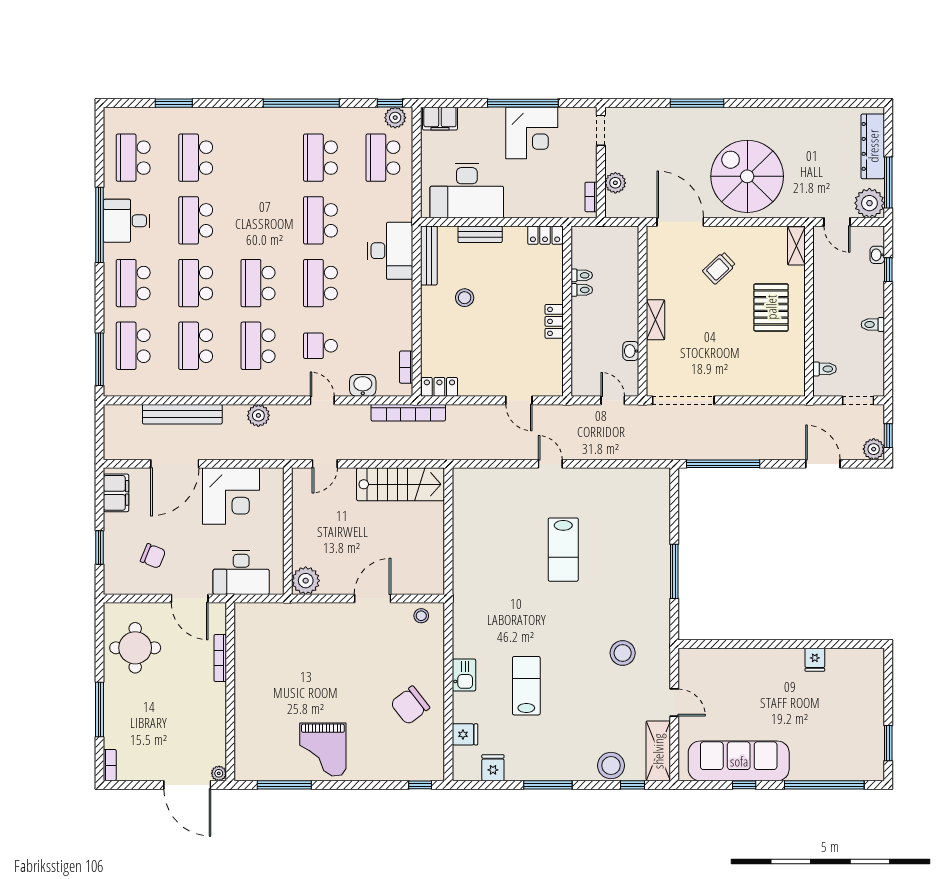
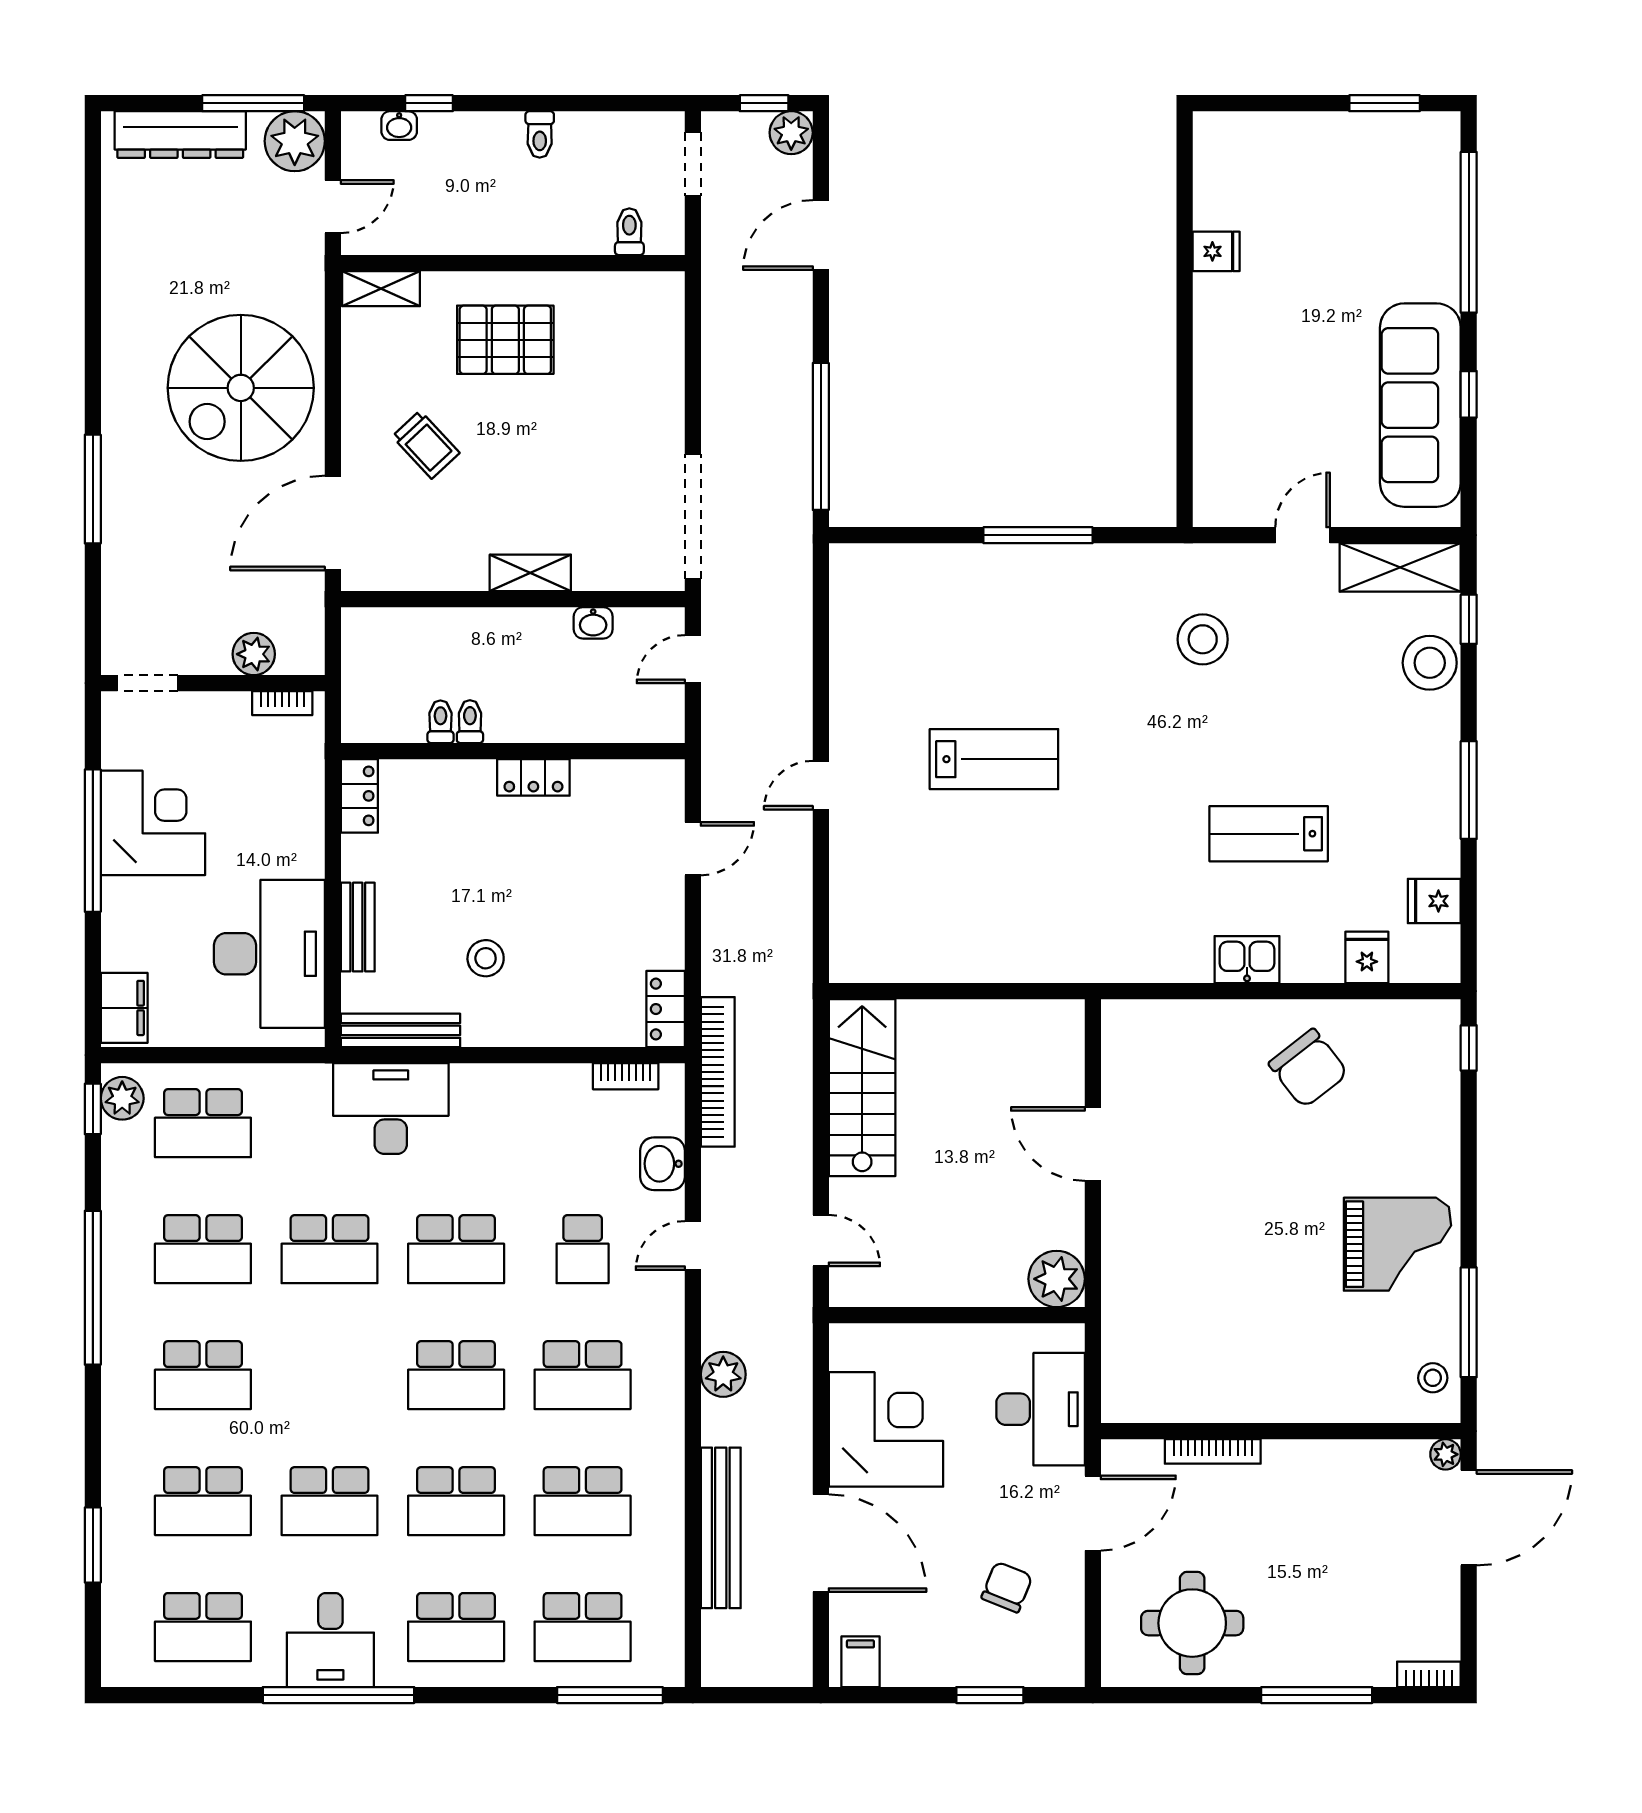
school desk: (258, 158) -> (203, 1375), added
filing cabinet: (116, 493) -> (860, 1662), width x0.50
stool: (421, 616) -> (1433, 1378), moved

